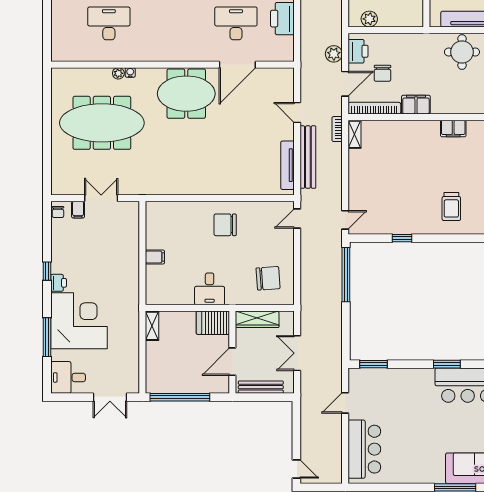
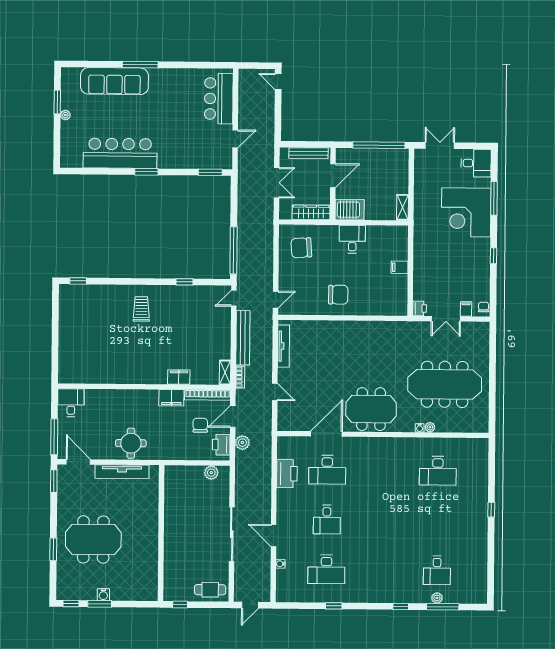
filing cabinet: (453, 129) -> (179, 377), moved
bench: (308, 157) -> (243, 338), moved
printer: (59, 283) -> (419, 308), moved, turned 180

